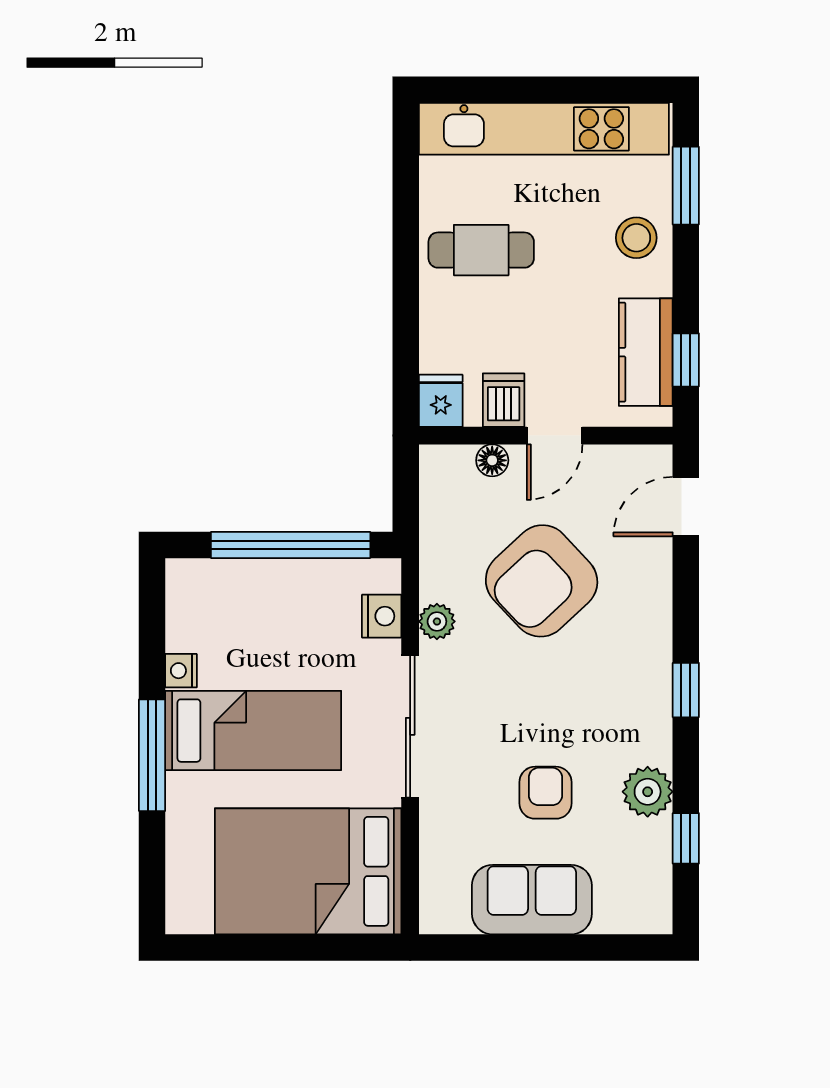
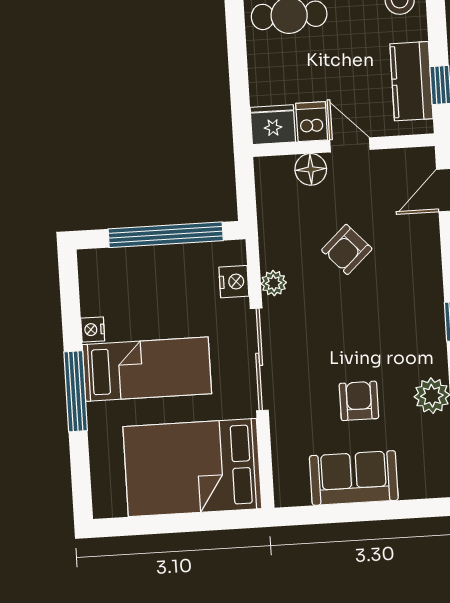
fridge: (441, 401) -> (273, 125), width x1.38
door: (555, 436) -> (350, 145), swing flipped
floor lamp: (492, 460) -> (311, 169), width x1.37, depth x1.37
armchair: (542, 581) -> (347, 249), width x0.53, depth x0.53

